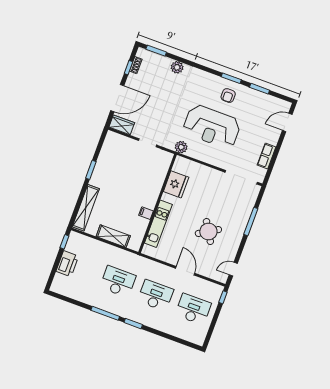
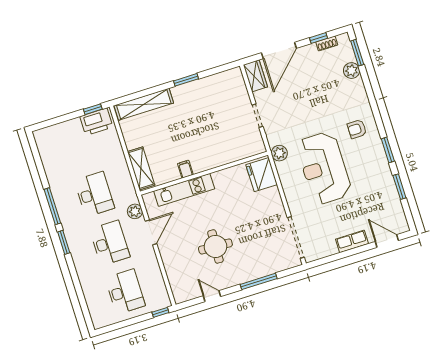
plant: (177, 67) -> (352, 71), moved
armchair: (228, 95) -> (357, 129), moved
door: (117, 98) -> (279, 51), hinge flipped
row of seats: (266, 156) -> (352, 241), moved
fridge: (176, 184) -> (262, 175), moved, turned 90
round table: (208, 231) -> (215, 246), turned 34
shelving: (113, 236) -> (141, 168), moved
printer: (67, 264) -> (96, 122), moved
plant: (148, 265) -> (135, 211), added
door: (233, 269) -> (212, 296), moved
door: (185, 271) -> (151, 232), moved

